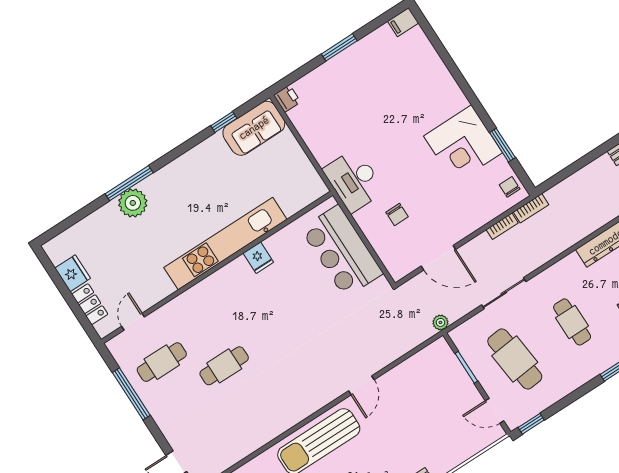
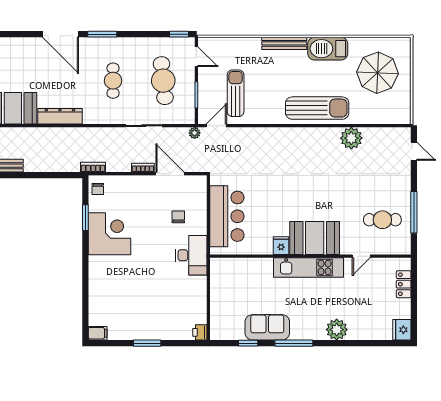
sofa: (254, 128) -> (267, 327), moved
window: (129, 183) -> (294, 343), moved
bookcase: (502, 226) -> (143, 168), moved
kitchen unit: (225, 244) -> (308, 267), width x0.73
fridge: (73, 273) -> (402, 330), moved
booth: (226, 291) -> (315, 238), added
door: (133, 322) -> (361, 256), moved
cafe table: (224, 366) -> (345, 193), removed
door: (361, 385) -> (216, 126), moved
sun lounger: (423, 398) -> (236, 93), added
plant: (258, 432) -> (351, 138), added

